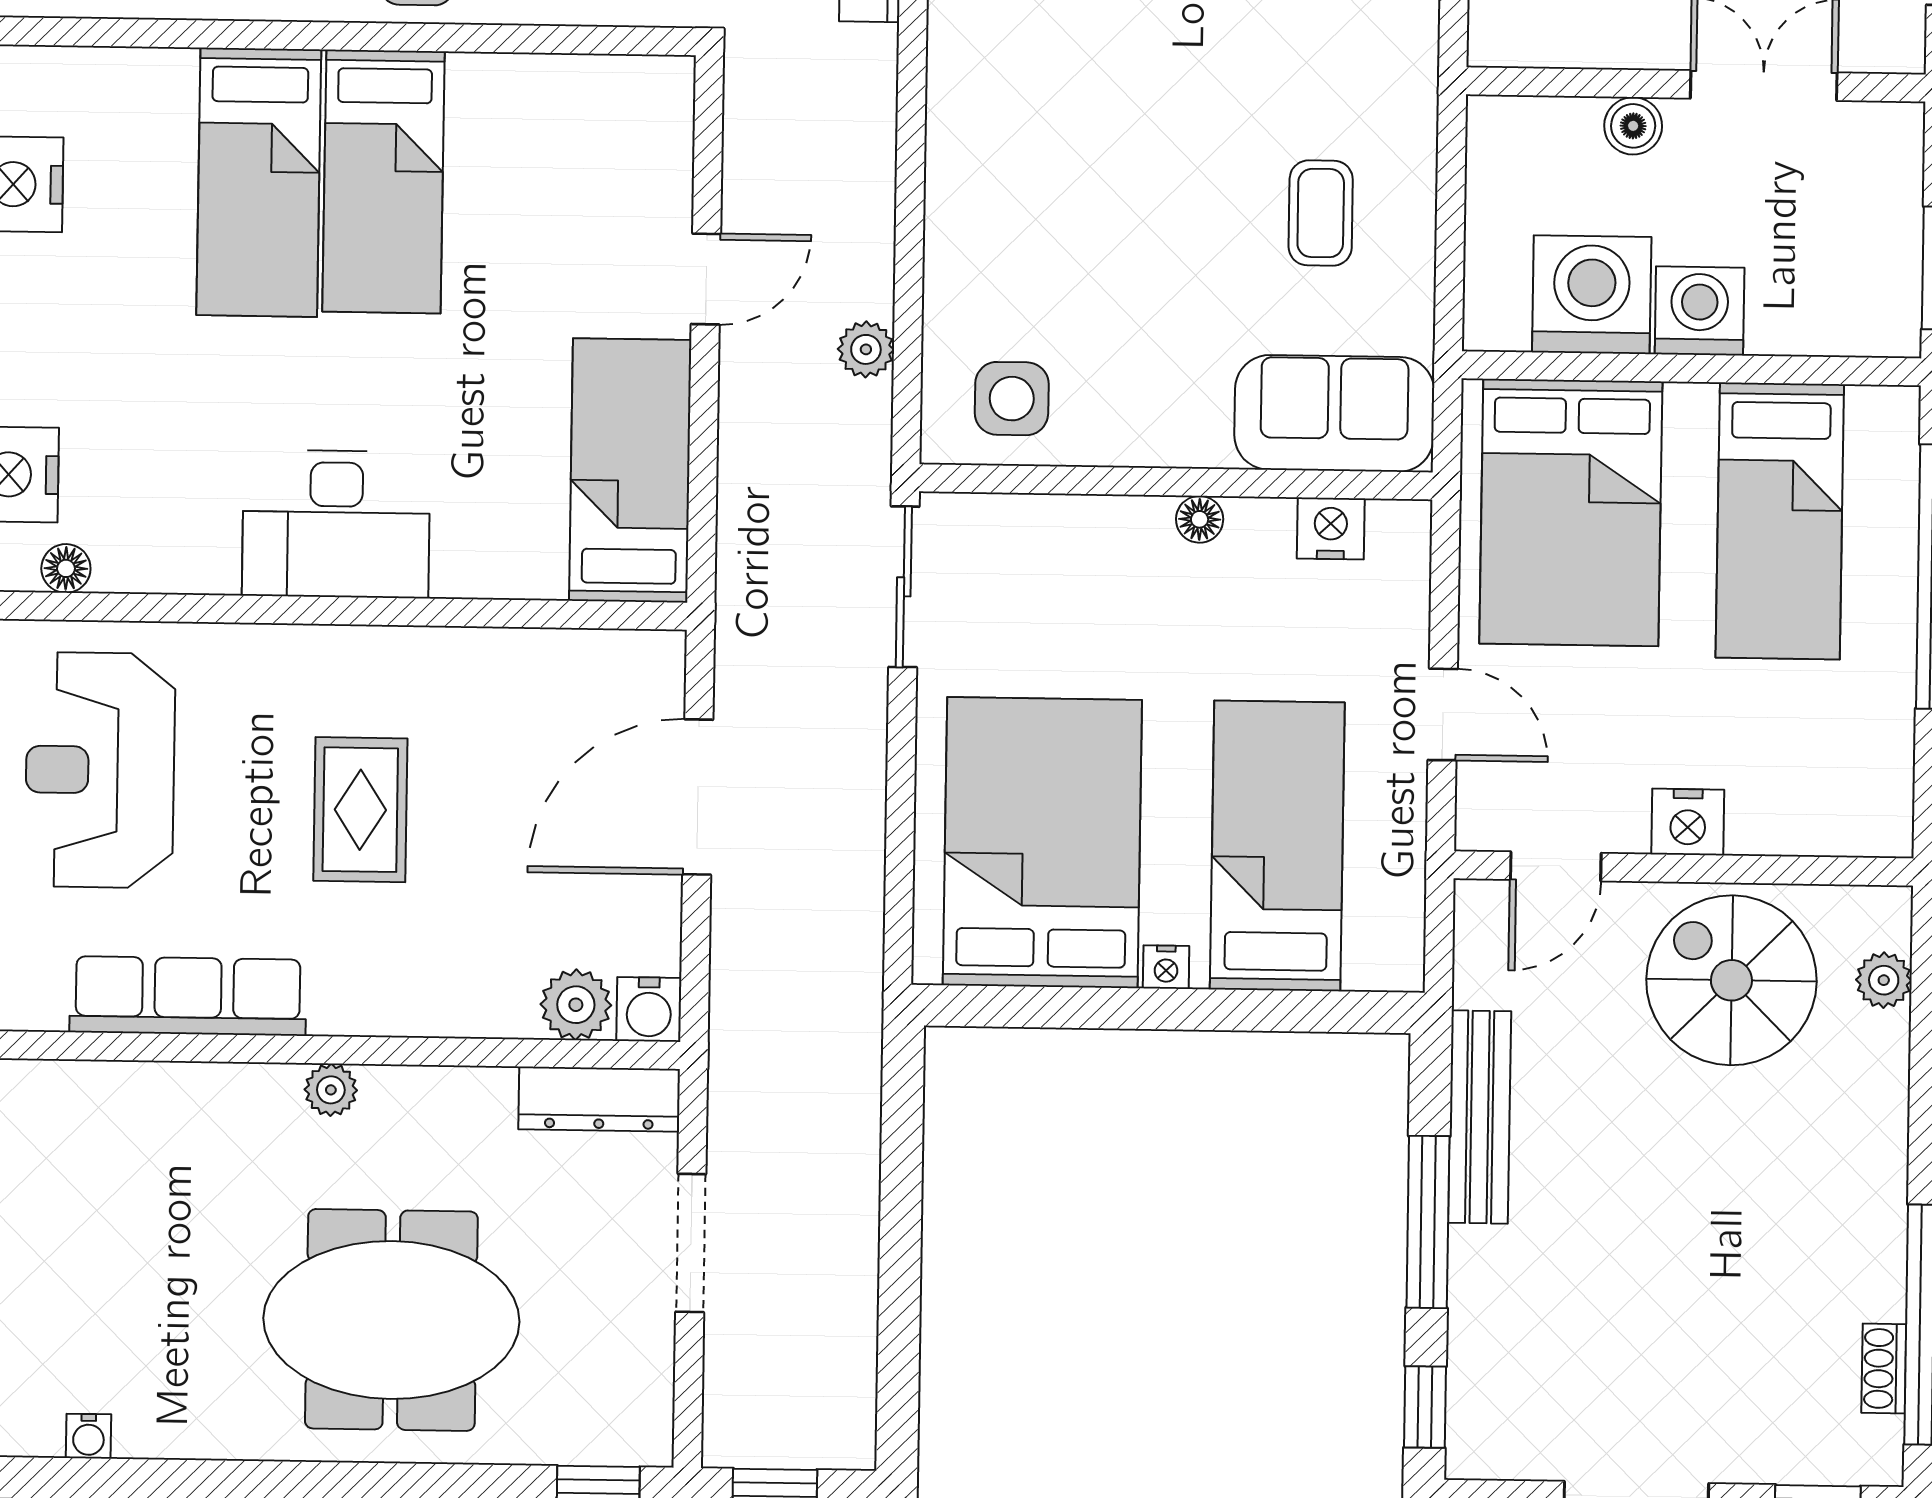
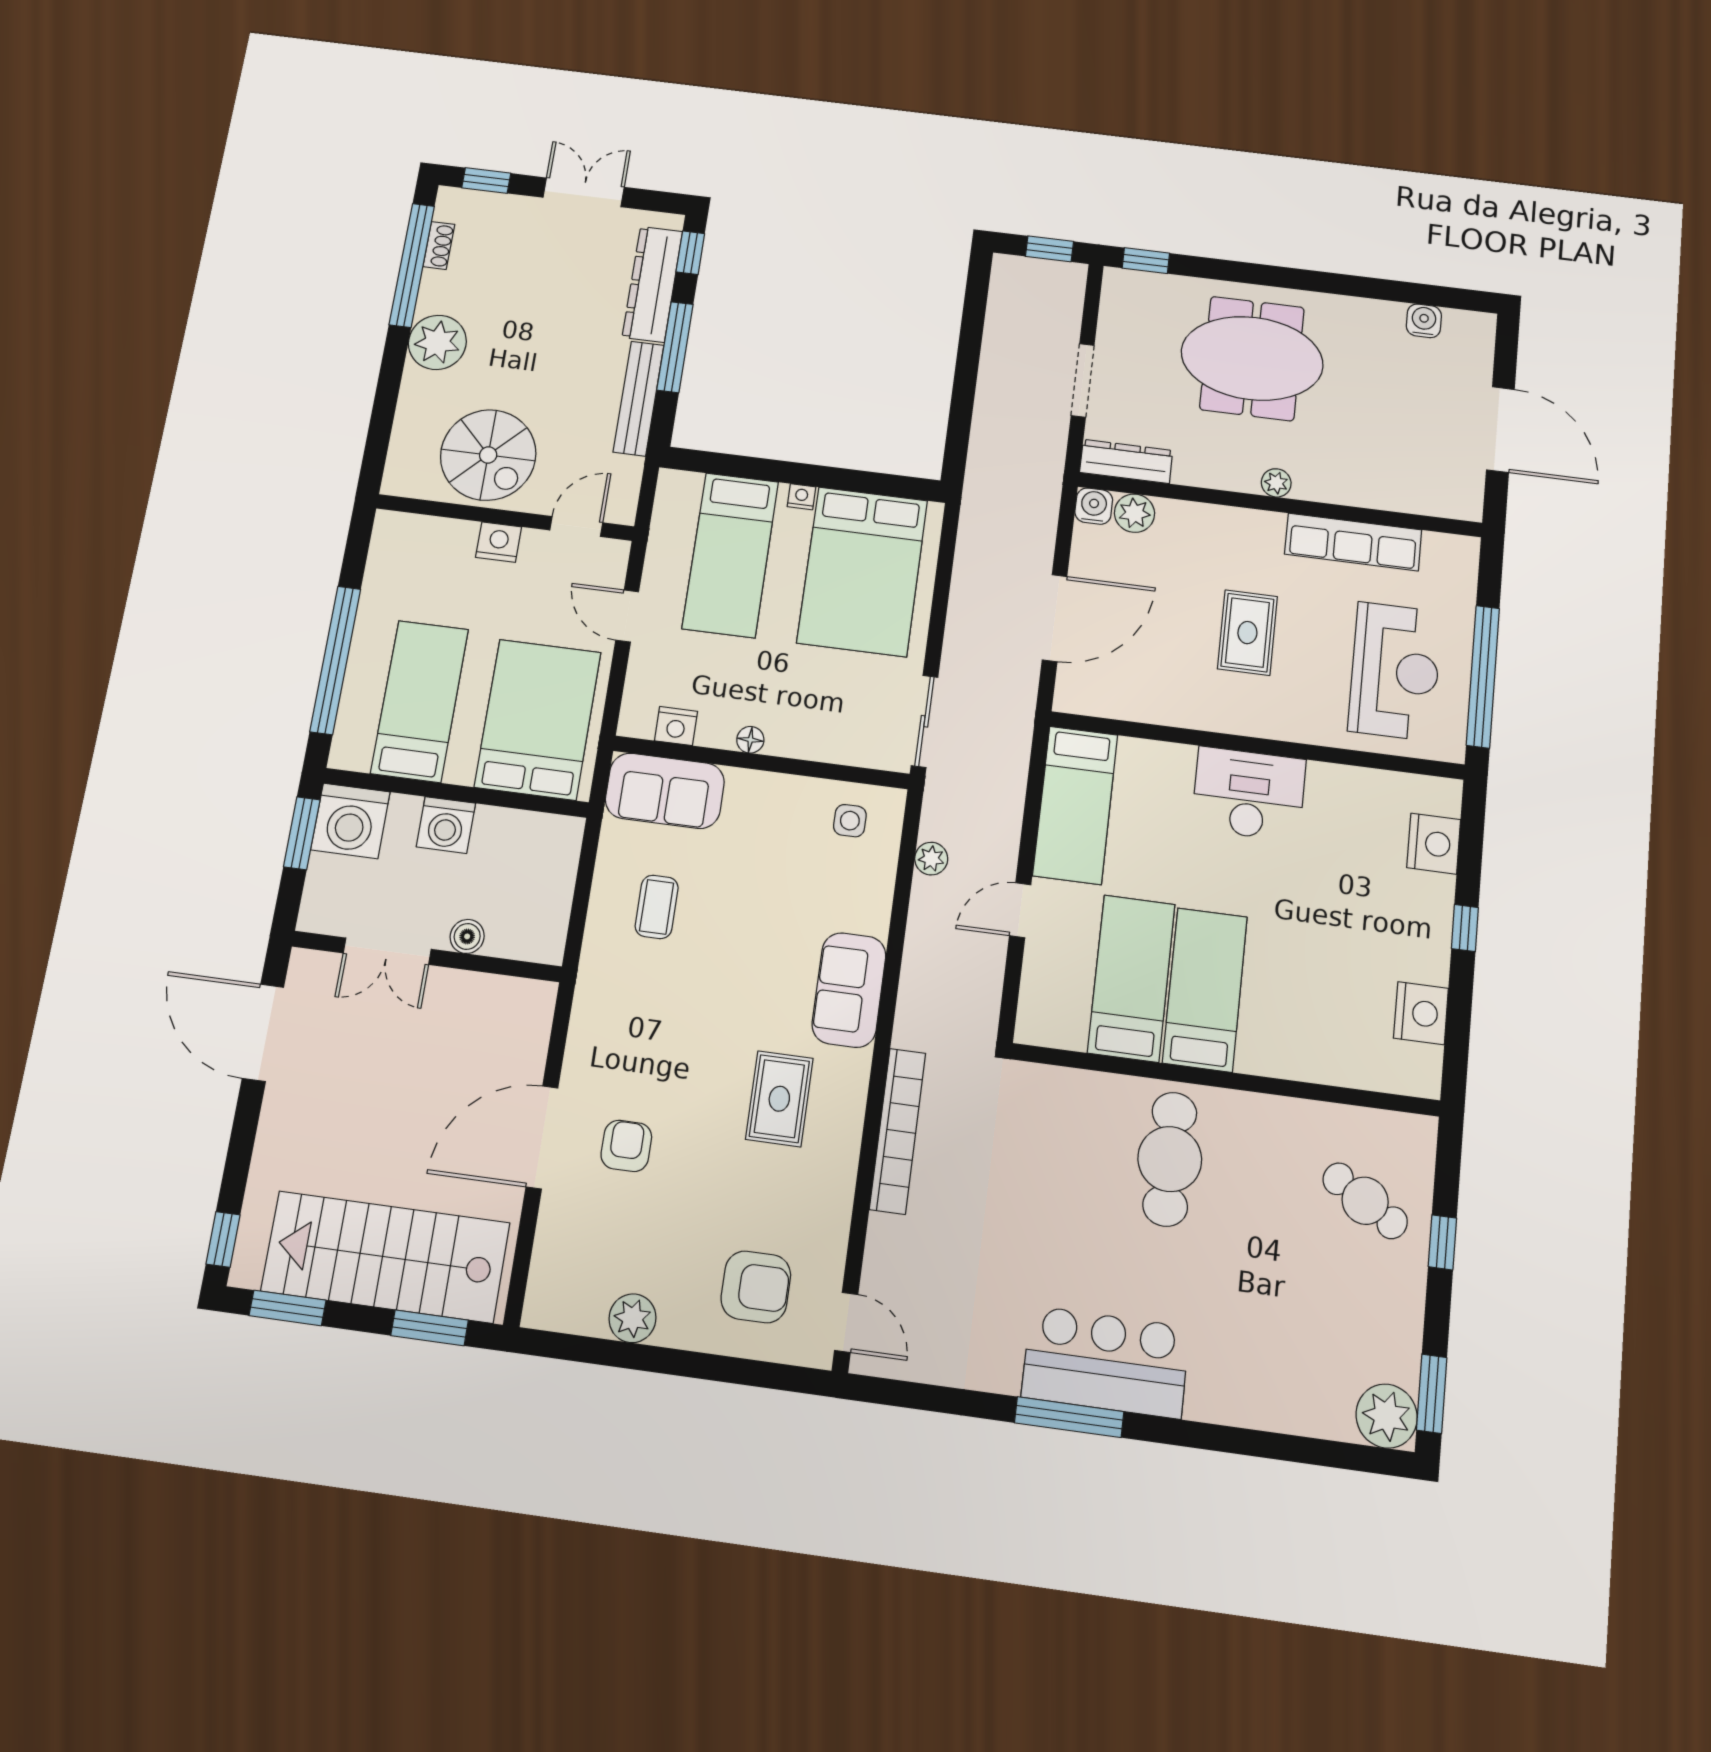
sofa: (979, 111) -> (849, 990), added
bed: (259, 182) -> (1131, 978), moved
washing machine: (1592, 295) -> (350, 821), moved
side table: (1012, 399) -> (850, 821), width x0.73, depth x0.73
floor lamp: (66, 568) -> (1407, 787), removed
plant: (1884, 980) -> (437, 342), moved, width x1.87, depth x1.87
dresser: (1485, 1338) -> (652, 284), added
water cooler: (88, 1436) -> (1424, 321), width x1.38, depth x1.38

